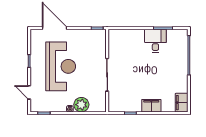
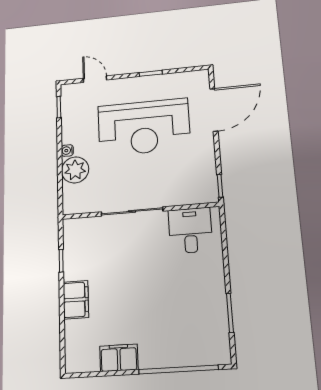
desk: (155, 41) -> (190, 230), moved, turned -90
door: (29, 92) -> (95, 79), hinge flipped
filing cabinet: (182, 103) -> (119, 358), moved

